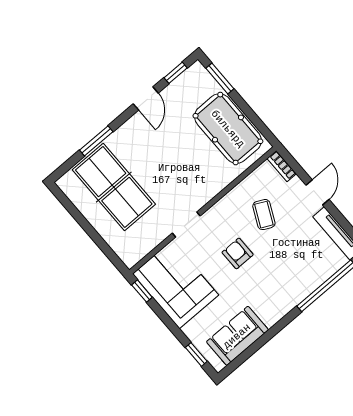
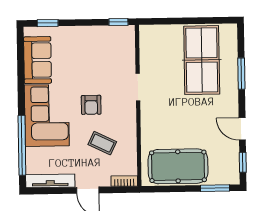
table tennis table: (114, 187) -> (202, 60), turned 90
armchair: (238, 253) -> (91, 105), turned 90
corner sofa: (176, 285) -> (47, 115), moved, turned -90

